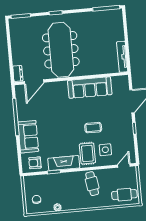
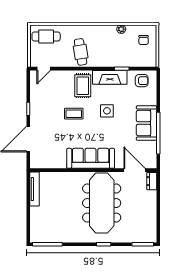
door: (34, 82) -> (134, 170), hinge flipped
sofa: (90, 88) -> (91, 158), moved
sofa: (28, 137) -> (146, 123), moved
side table: (105, 150) -> (107, 111), moved

